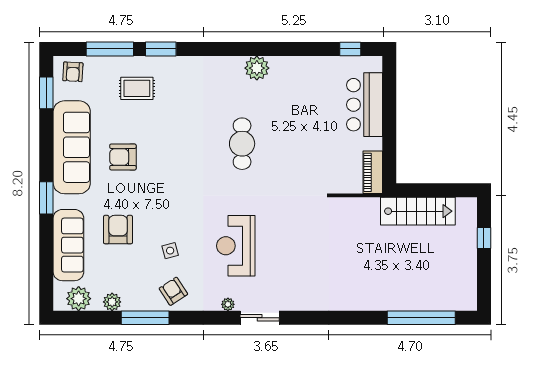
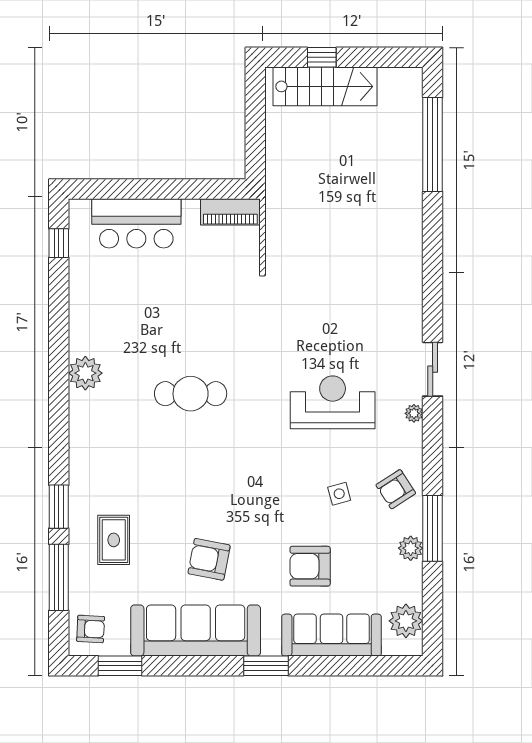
armchair: (123, 157) -> (209, 559), turned 101
stairs: (418, 211) -> (325, 86), moved, turned 90
reception desk: (236, 246) -> (333, 402), turned 180
plant: (112, 302) -> (411, 548), moved

